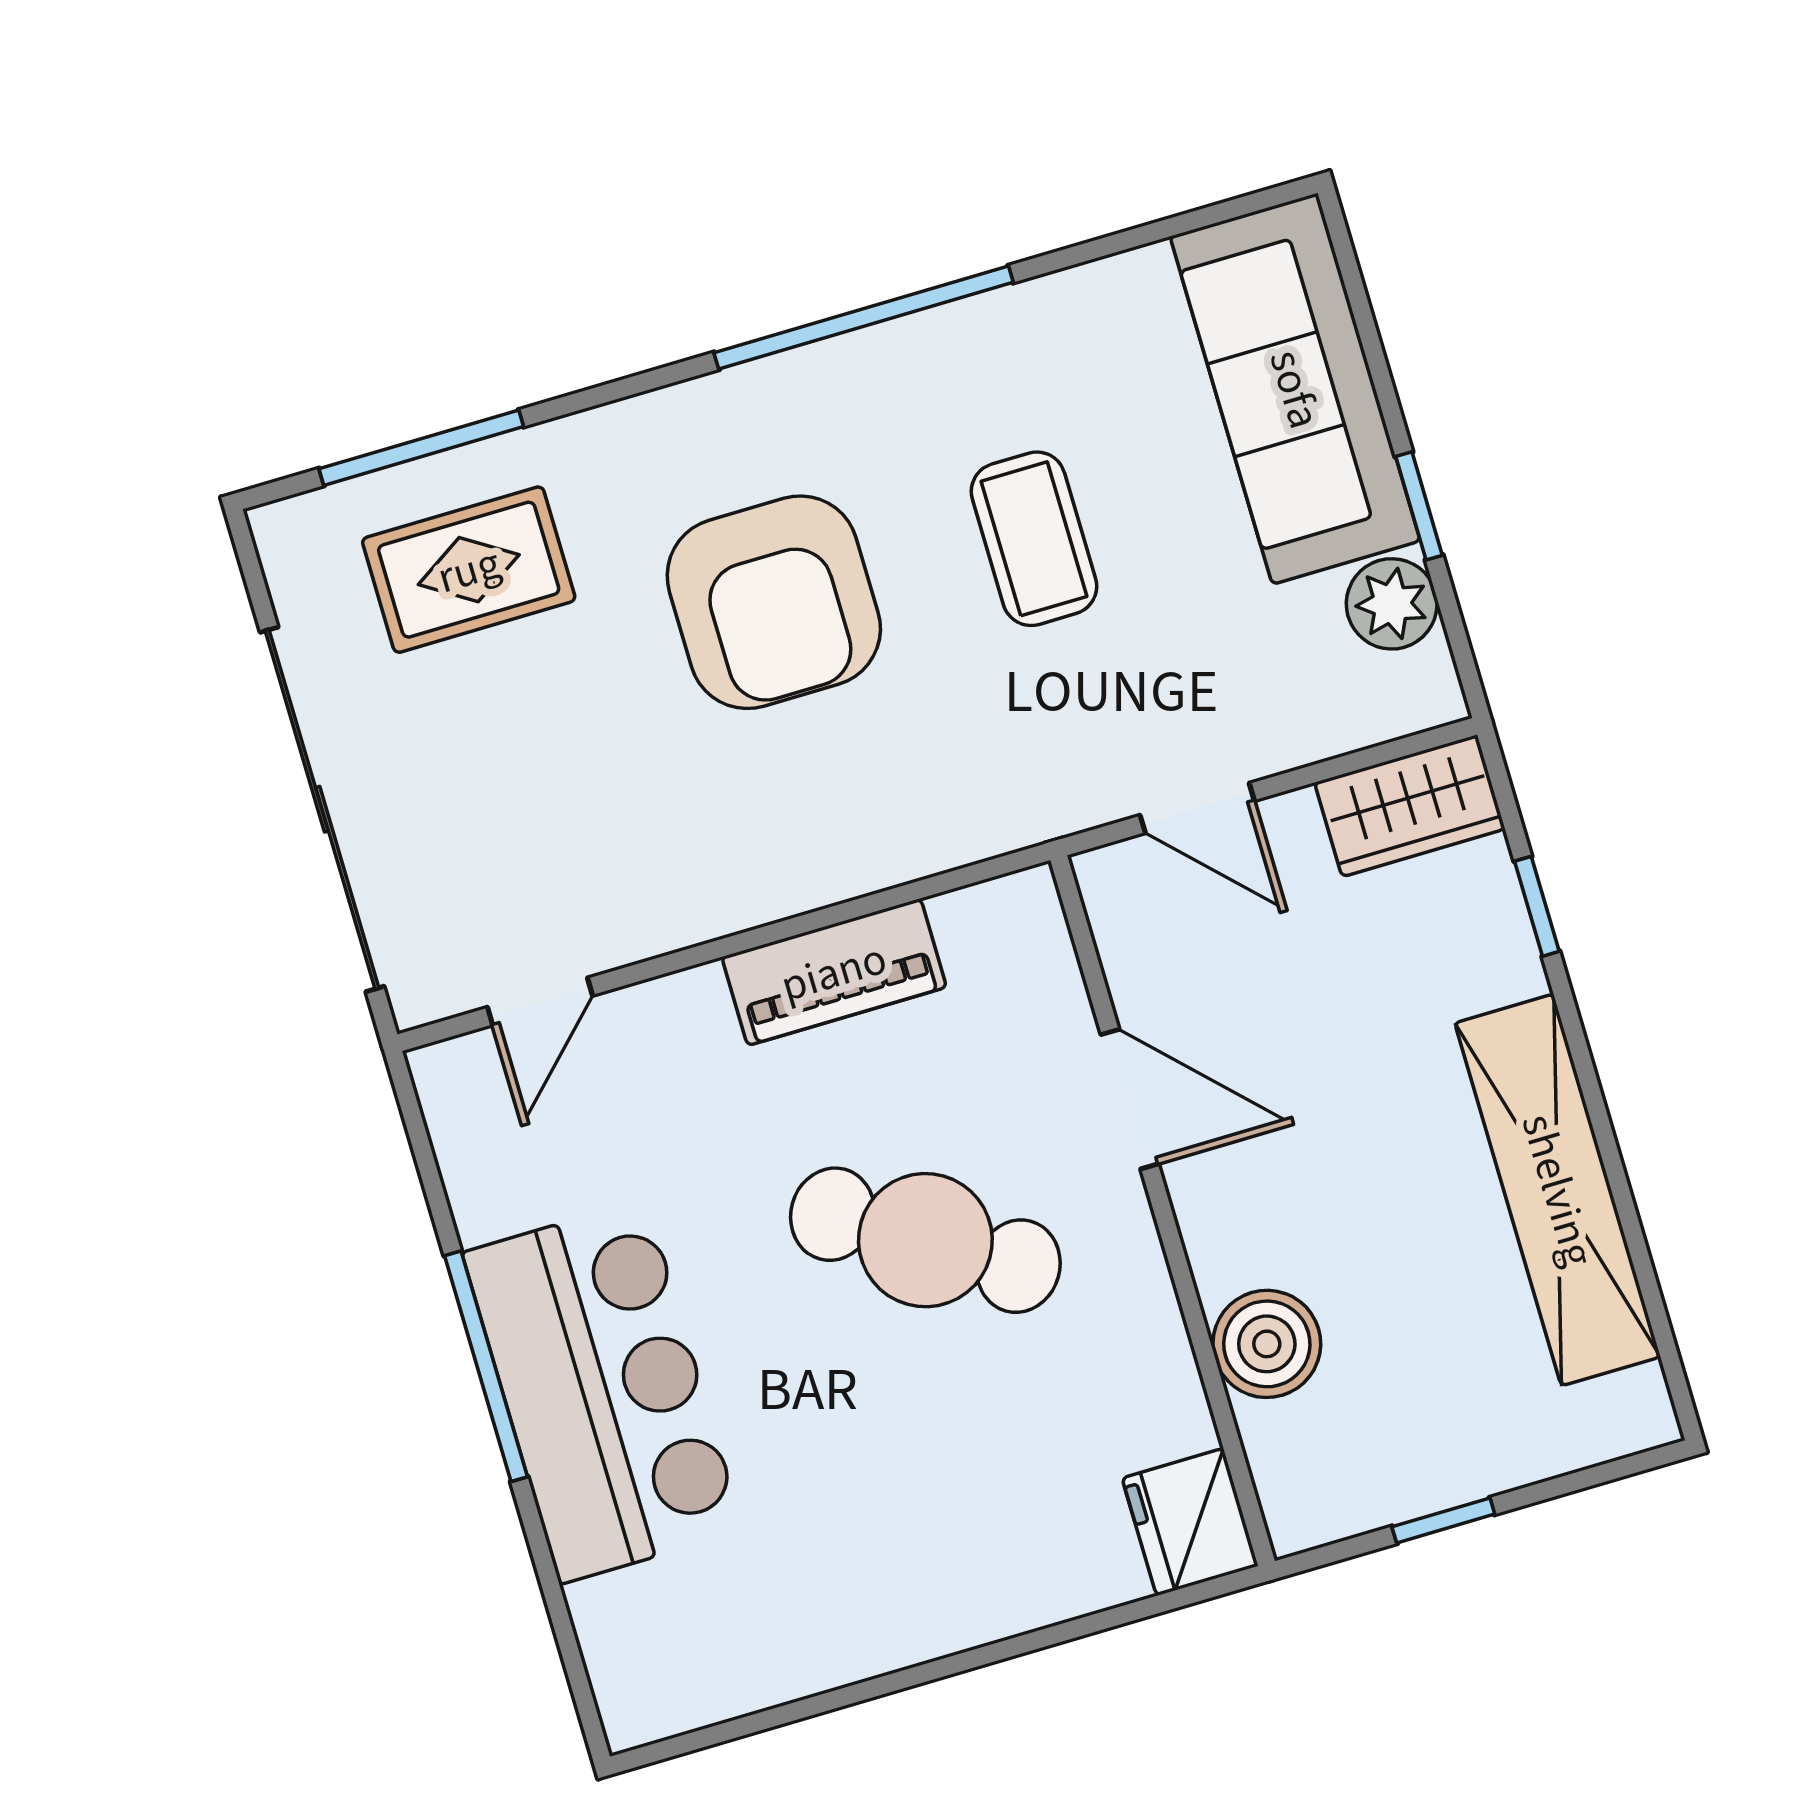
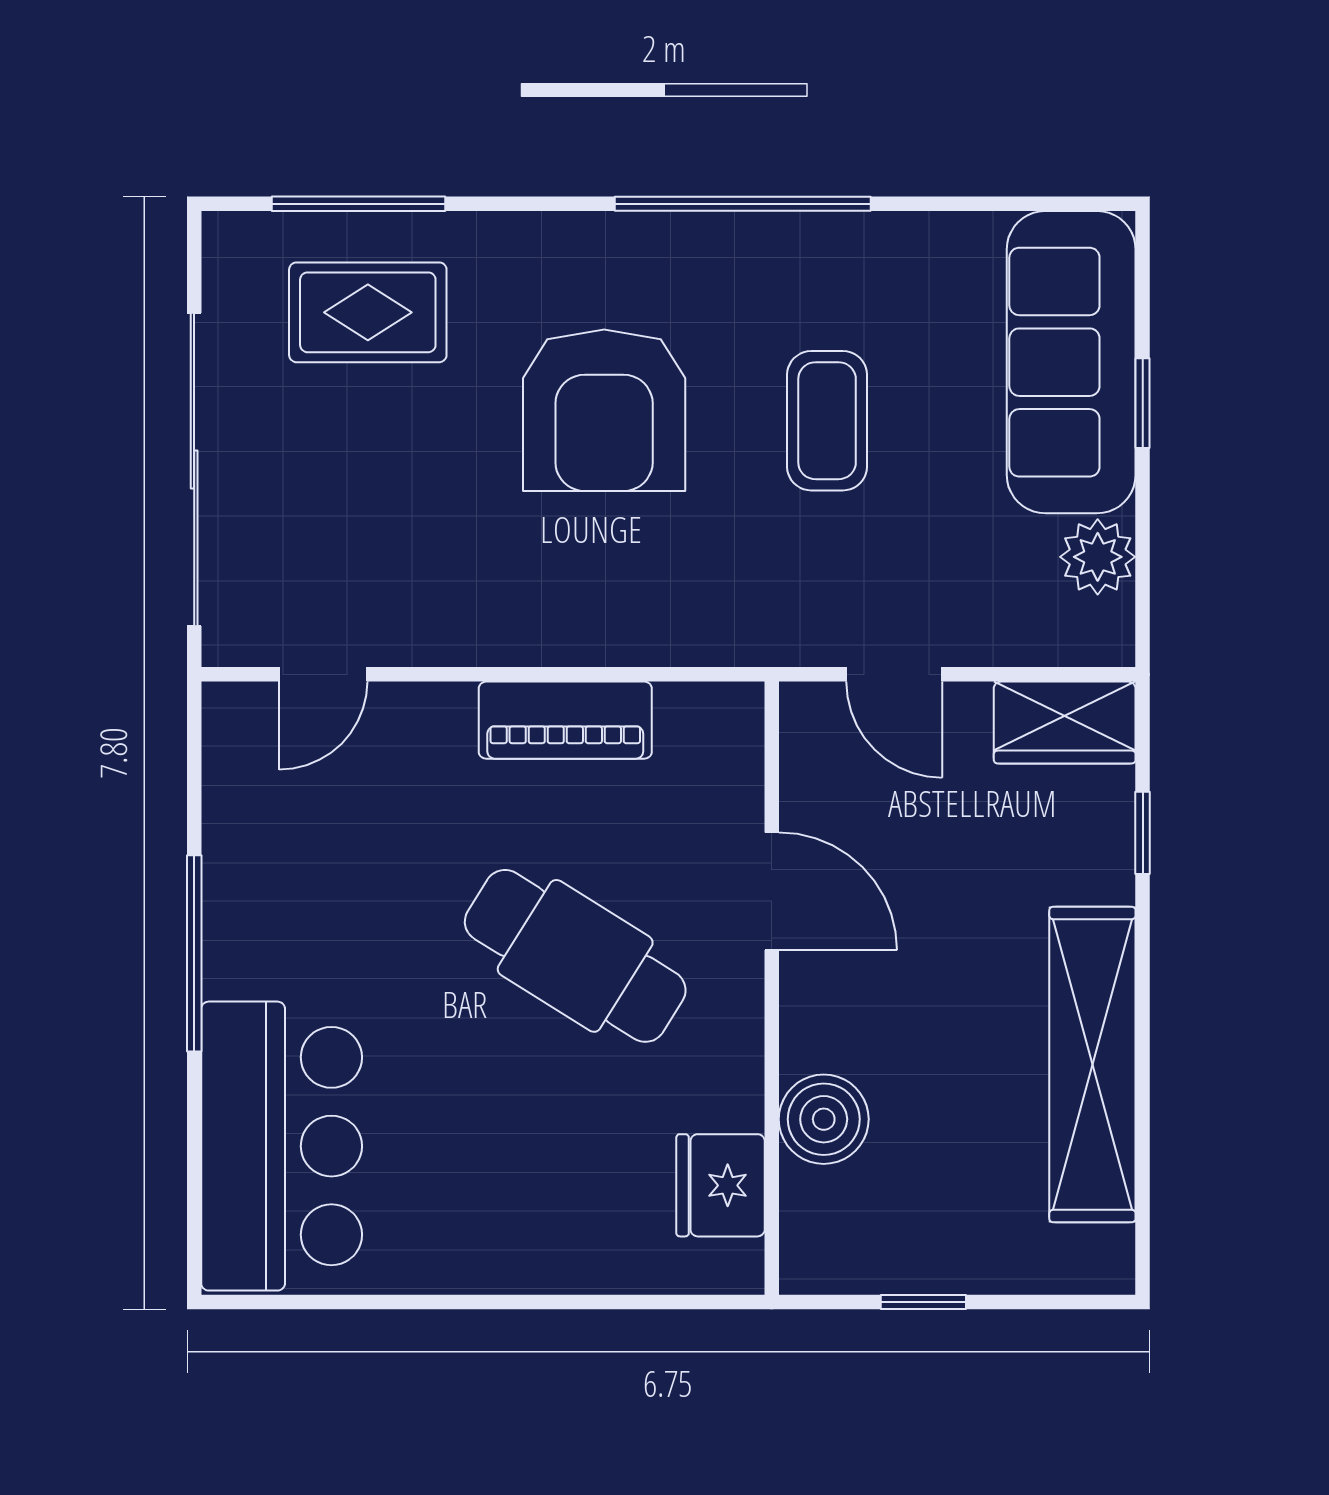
window: (1419, 506) -> (1143, 403), moved
bar counter: (603, 1391) -> (282, 1146), moved
fridge: (1190, 1522) -> (721, 1185), moved

